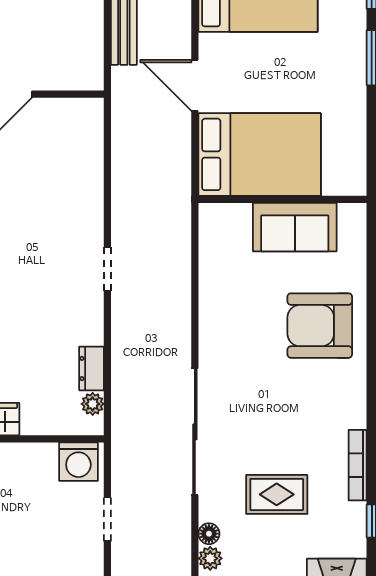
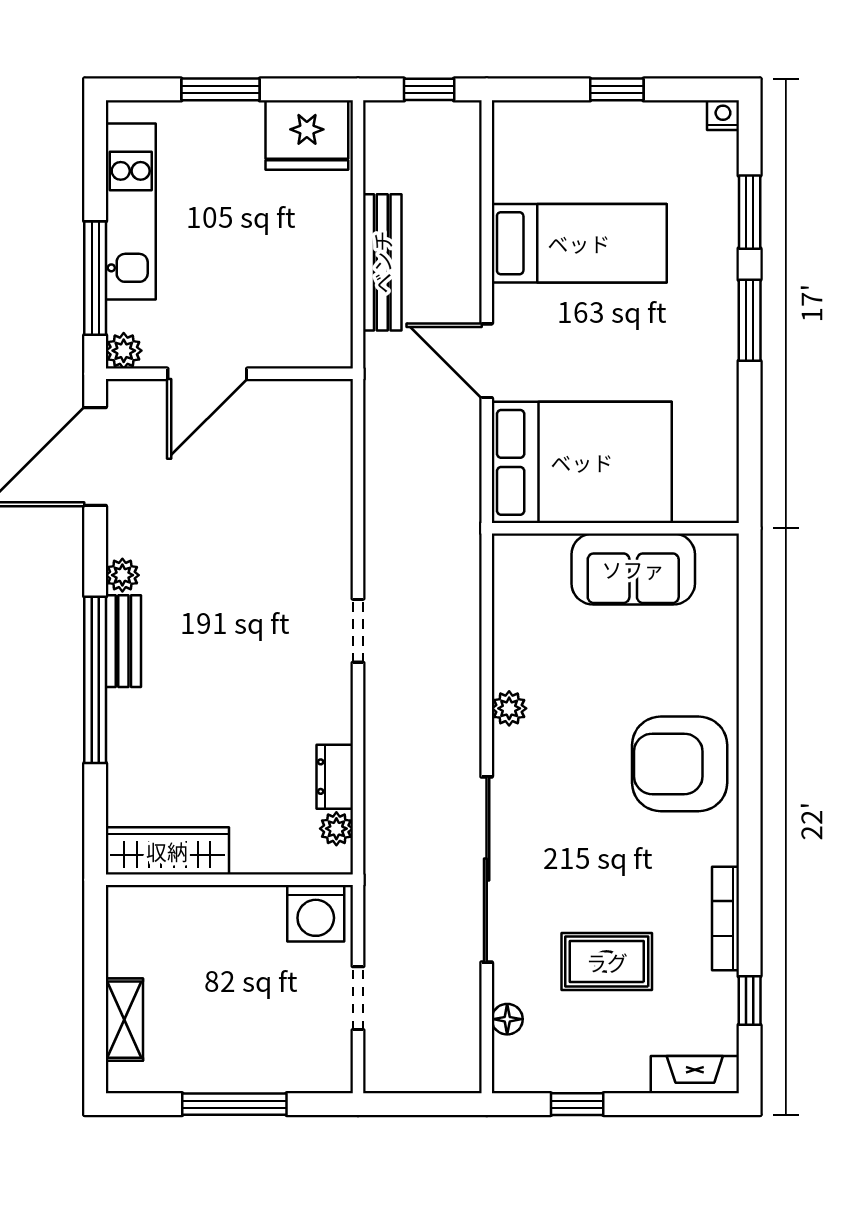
armchair: (320, 326) -> (680, 764), moved
plant: (210, 558) -> (509, 708), moved

